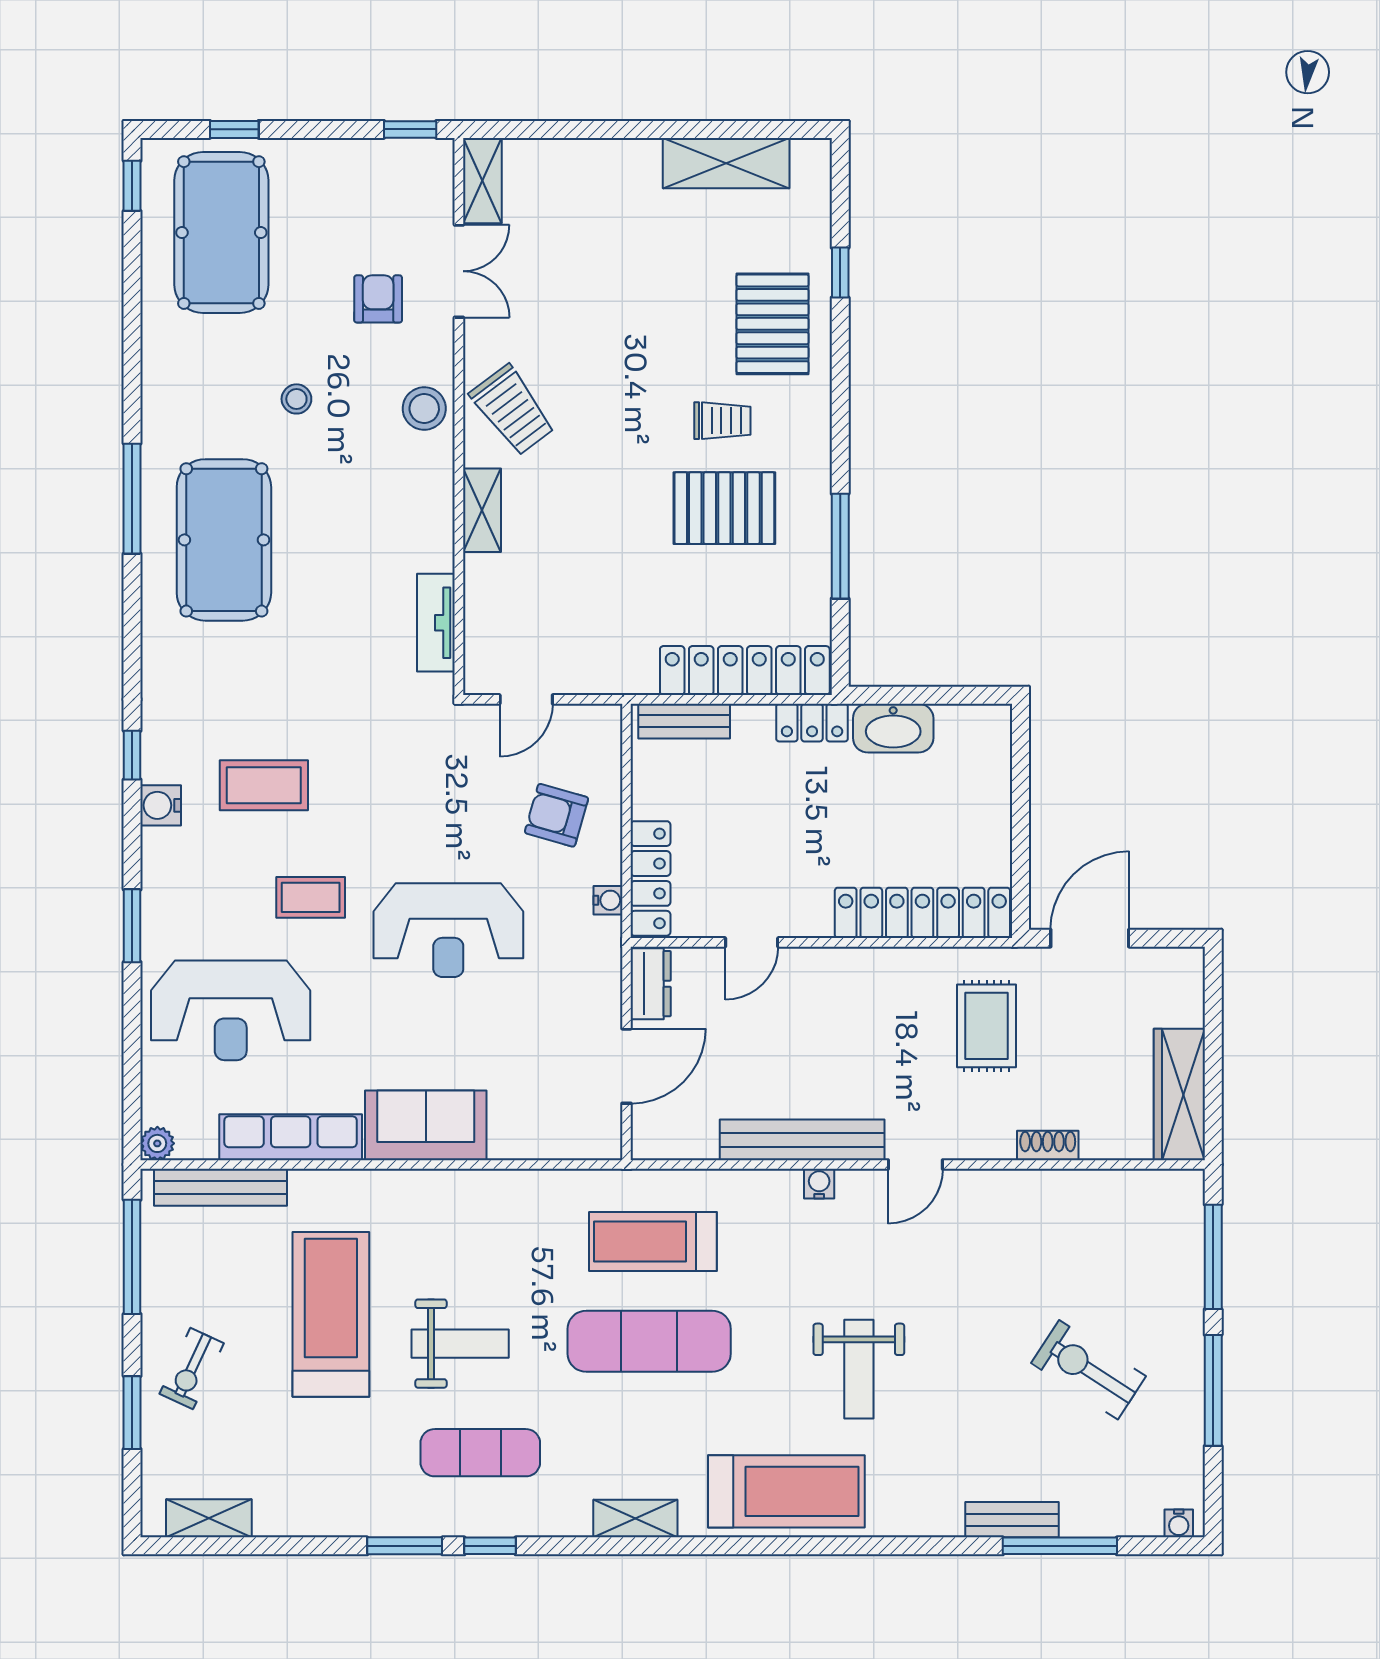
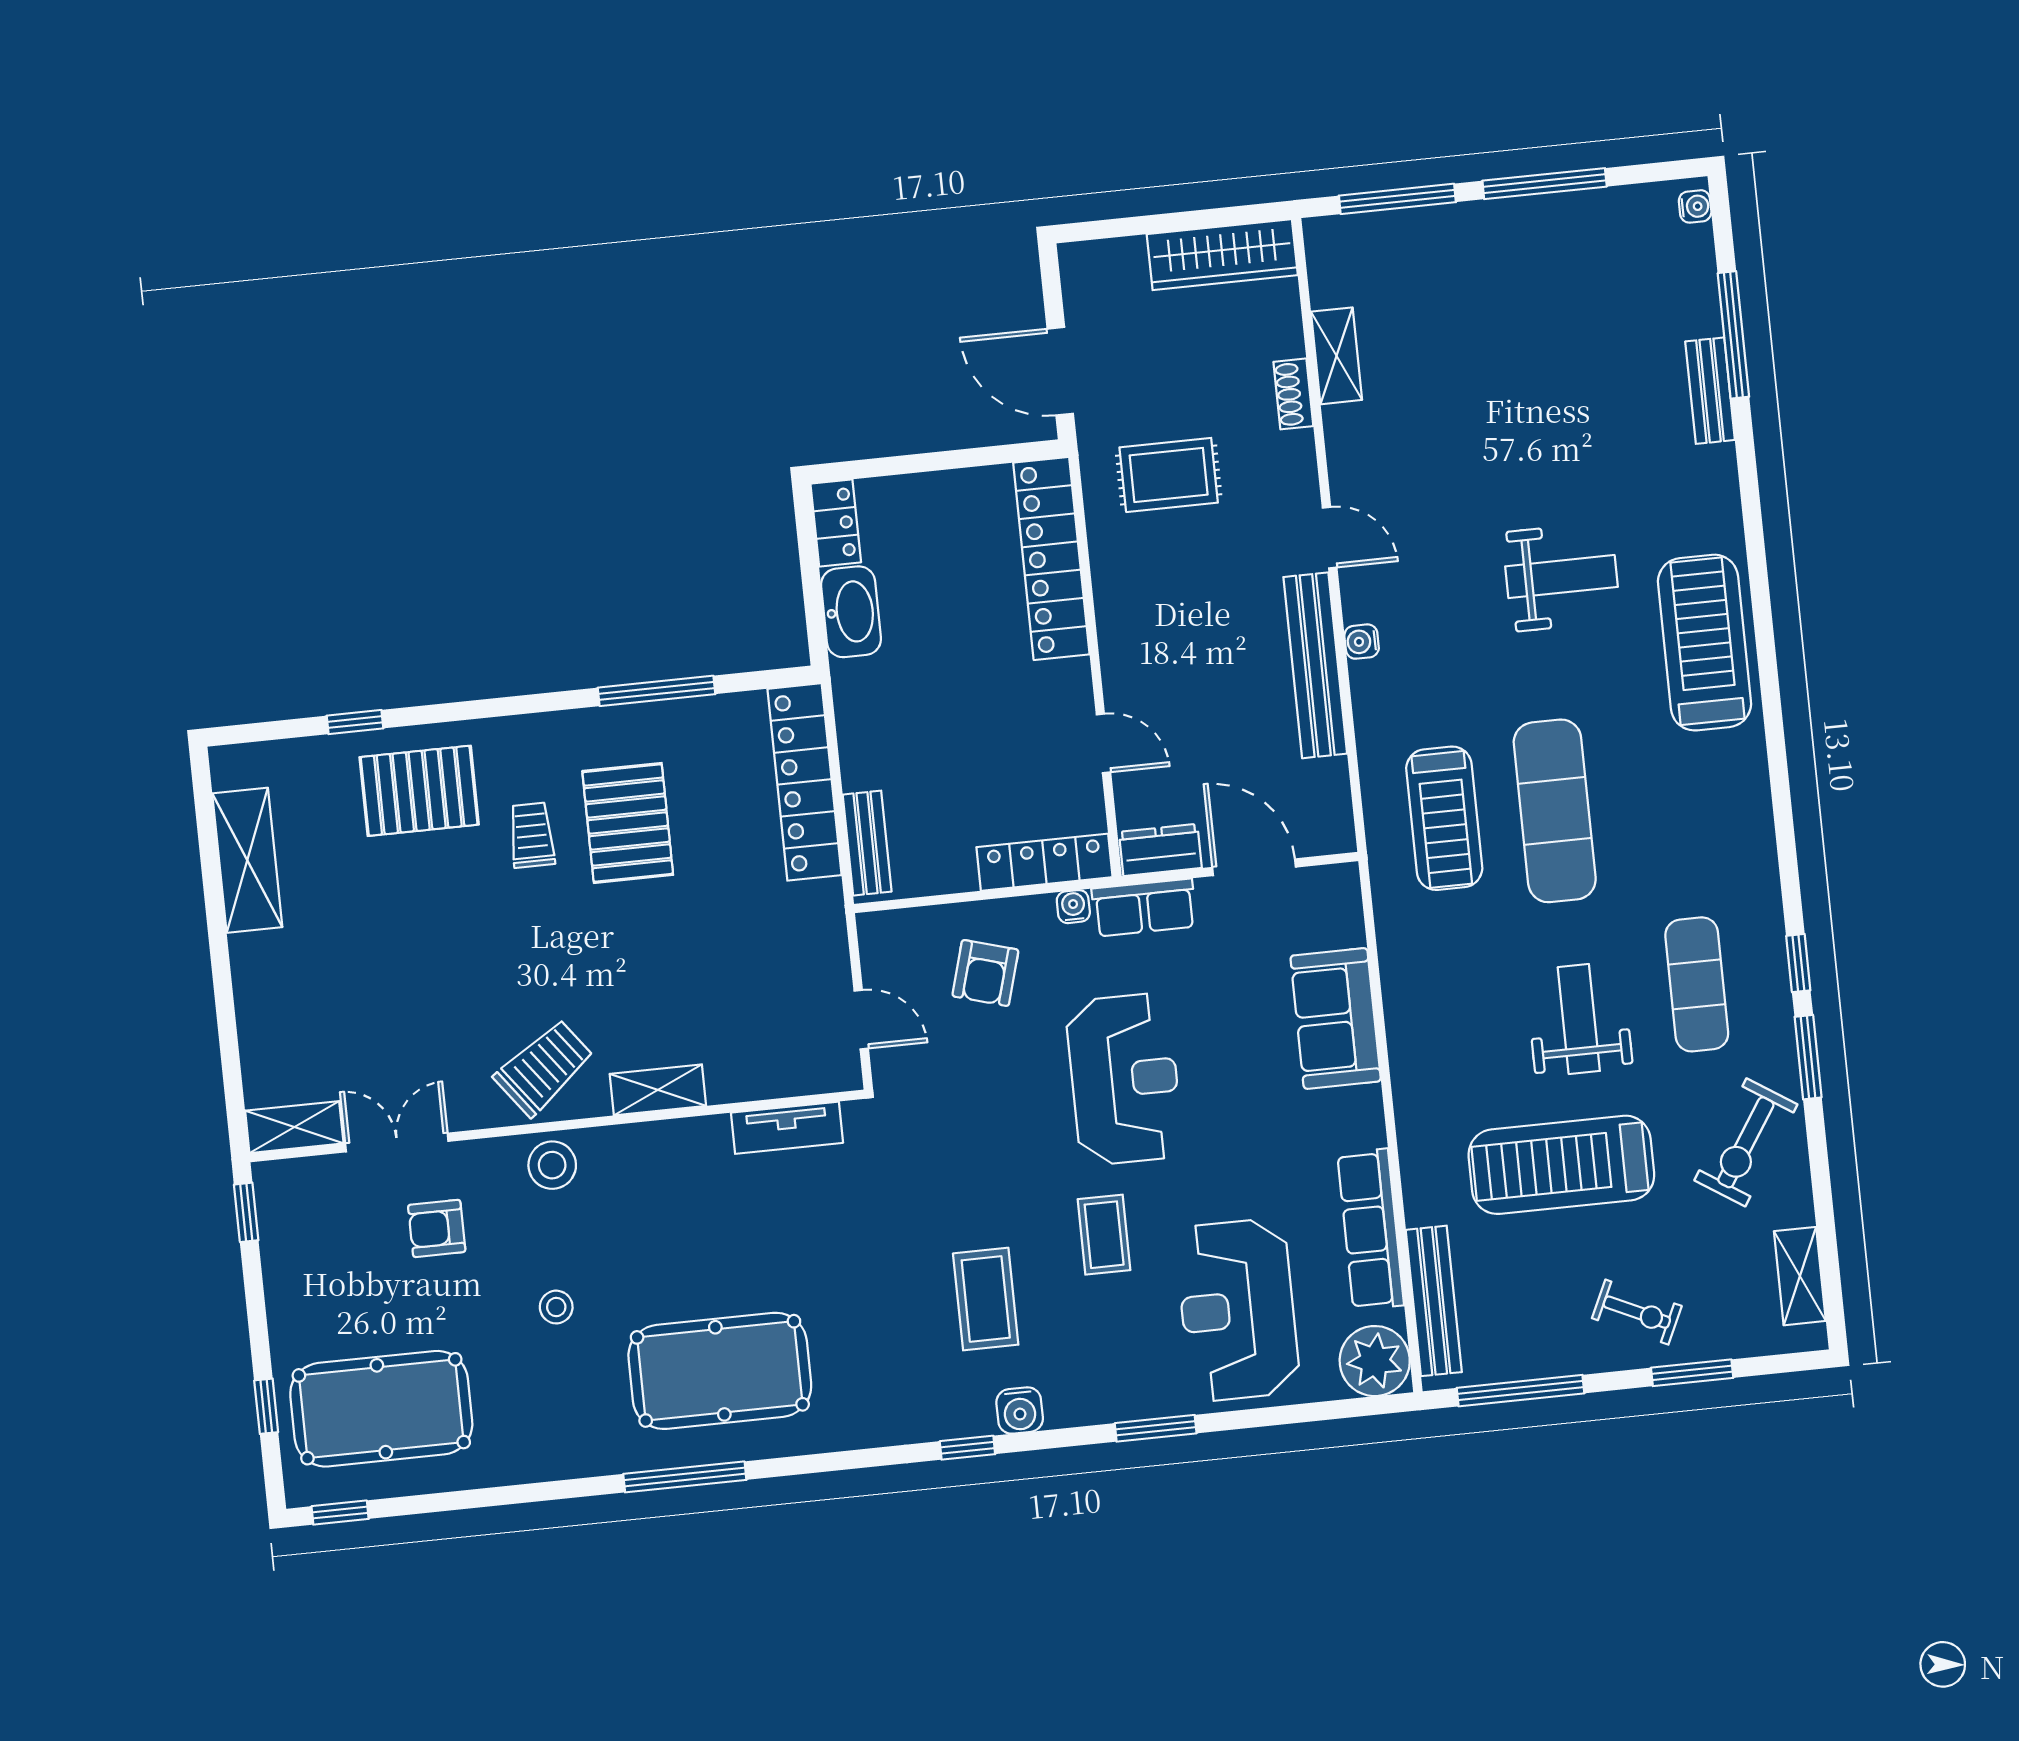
locker: (812, 723) -> (836, 523), moved
row of seats: (600, 964) -> (1144, 908), added
reception desk: (231, 1010) -> (1238, 1310), turned 180
sofa: (426, 1125) -> (1336, 1019), moved
plant: (157, 1143) -> (1375, 1361), width x1.88, depth x1.88
exercise bike: (1088, 1370) -> (1746, 1142), moved
shelving: (635, 1519) -> (1336, 356), moved

